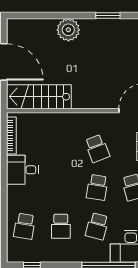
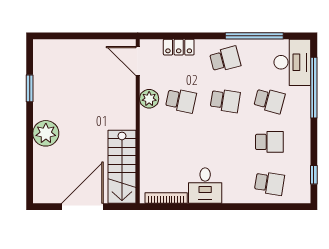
plant: (99, 121) -> (149, 99), added
school desk: (97, 148) -> (181, 101), turned 33

